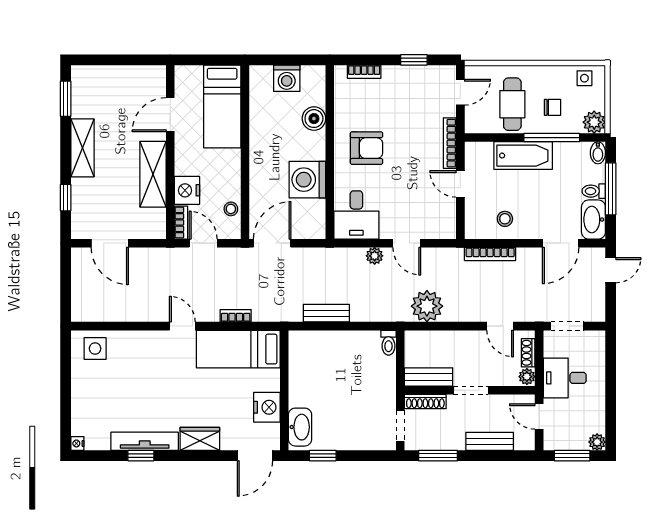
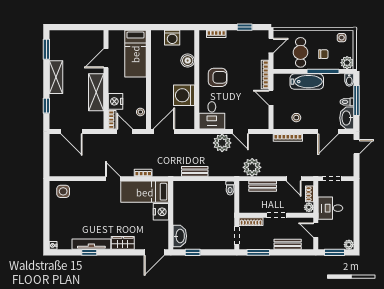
plant: (375, 256) -> (222, 143), width x1.88, depth x1.88
bench: (429, 377) -> (263, 186), moved
nightstand: (267, 407) -> (161, 212), moved

